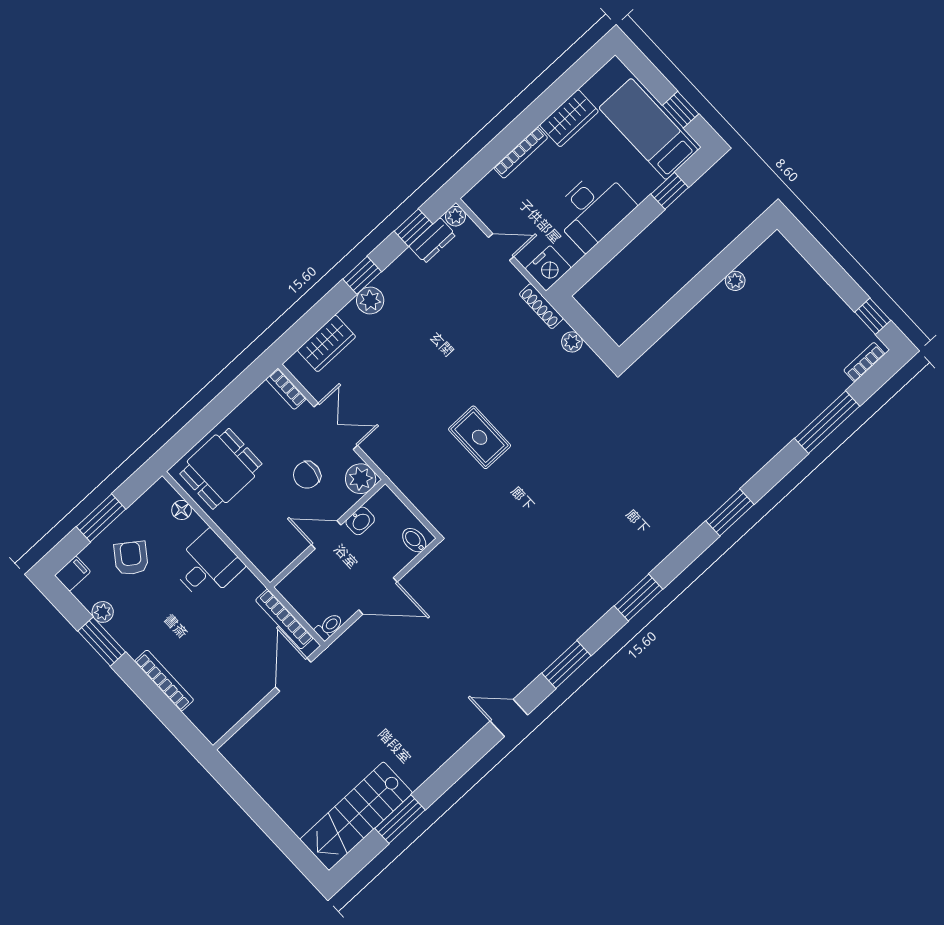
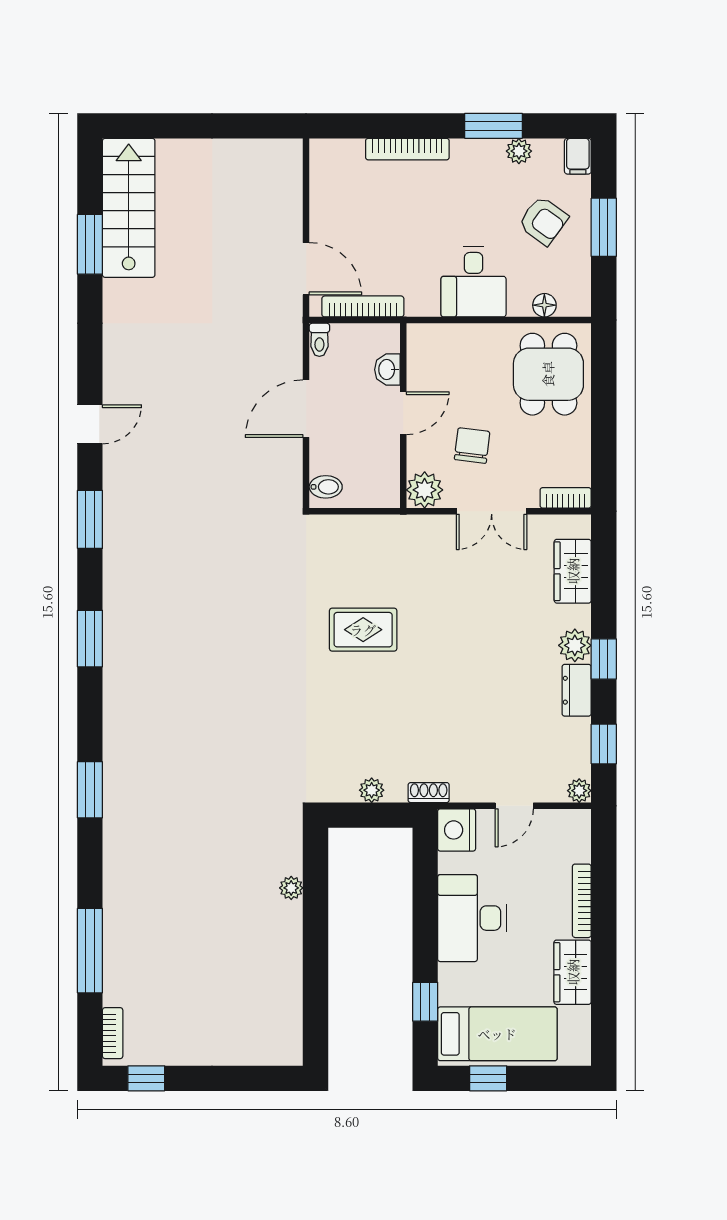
dresser: (432, 240) -> (577, 690), moved
plant: (735, 281) -> (291, 888), moved
shoe rack: (541, 306) -> (429, 793), width x0.70
washbasin: (360, 521) -> (387, 370), moved

